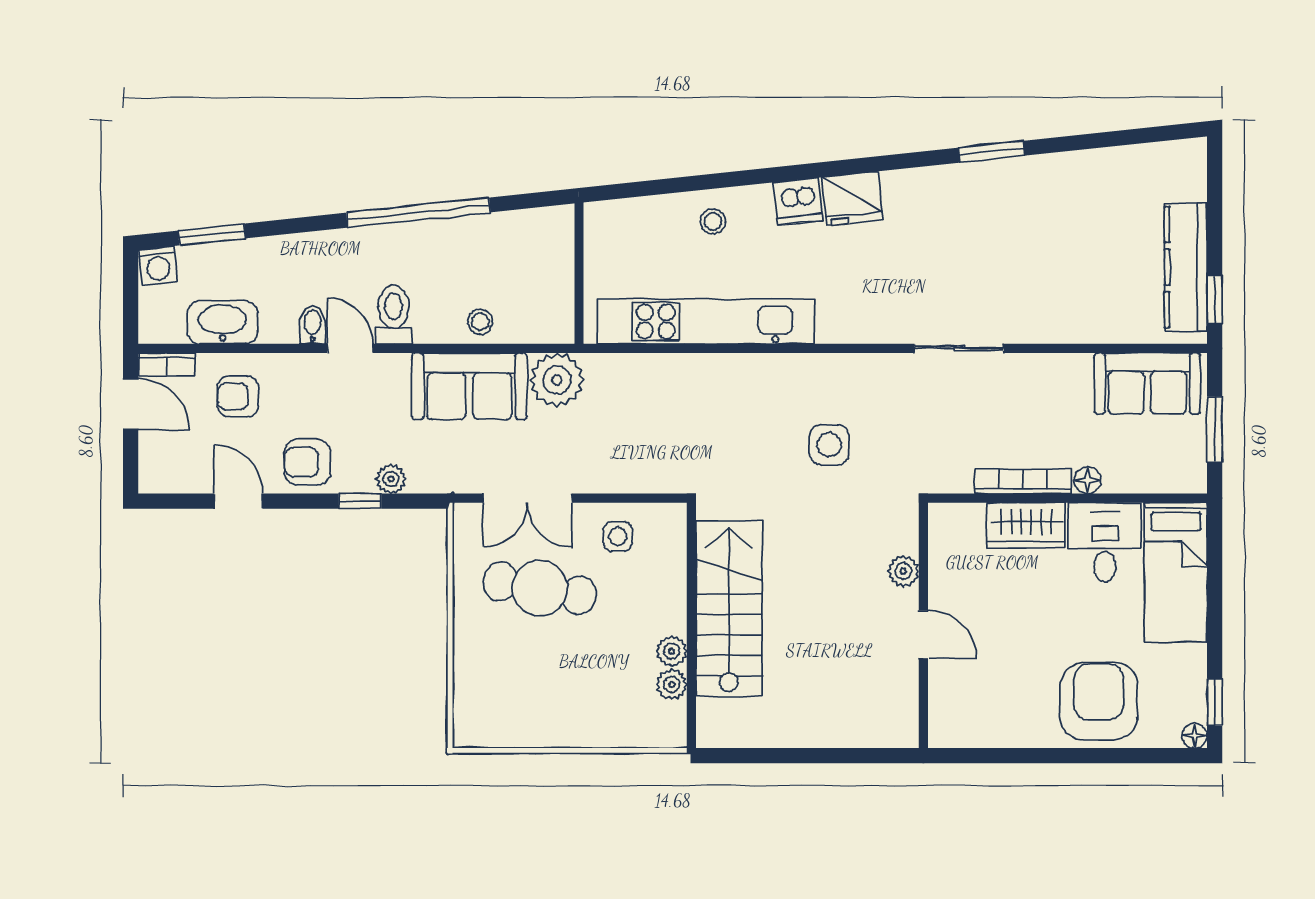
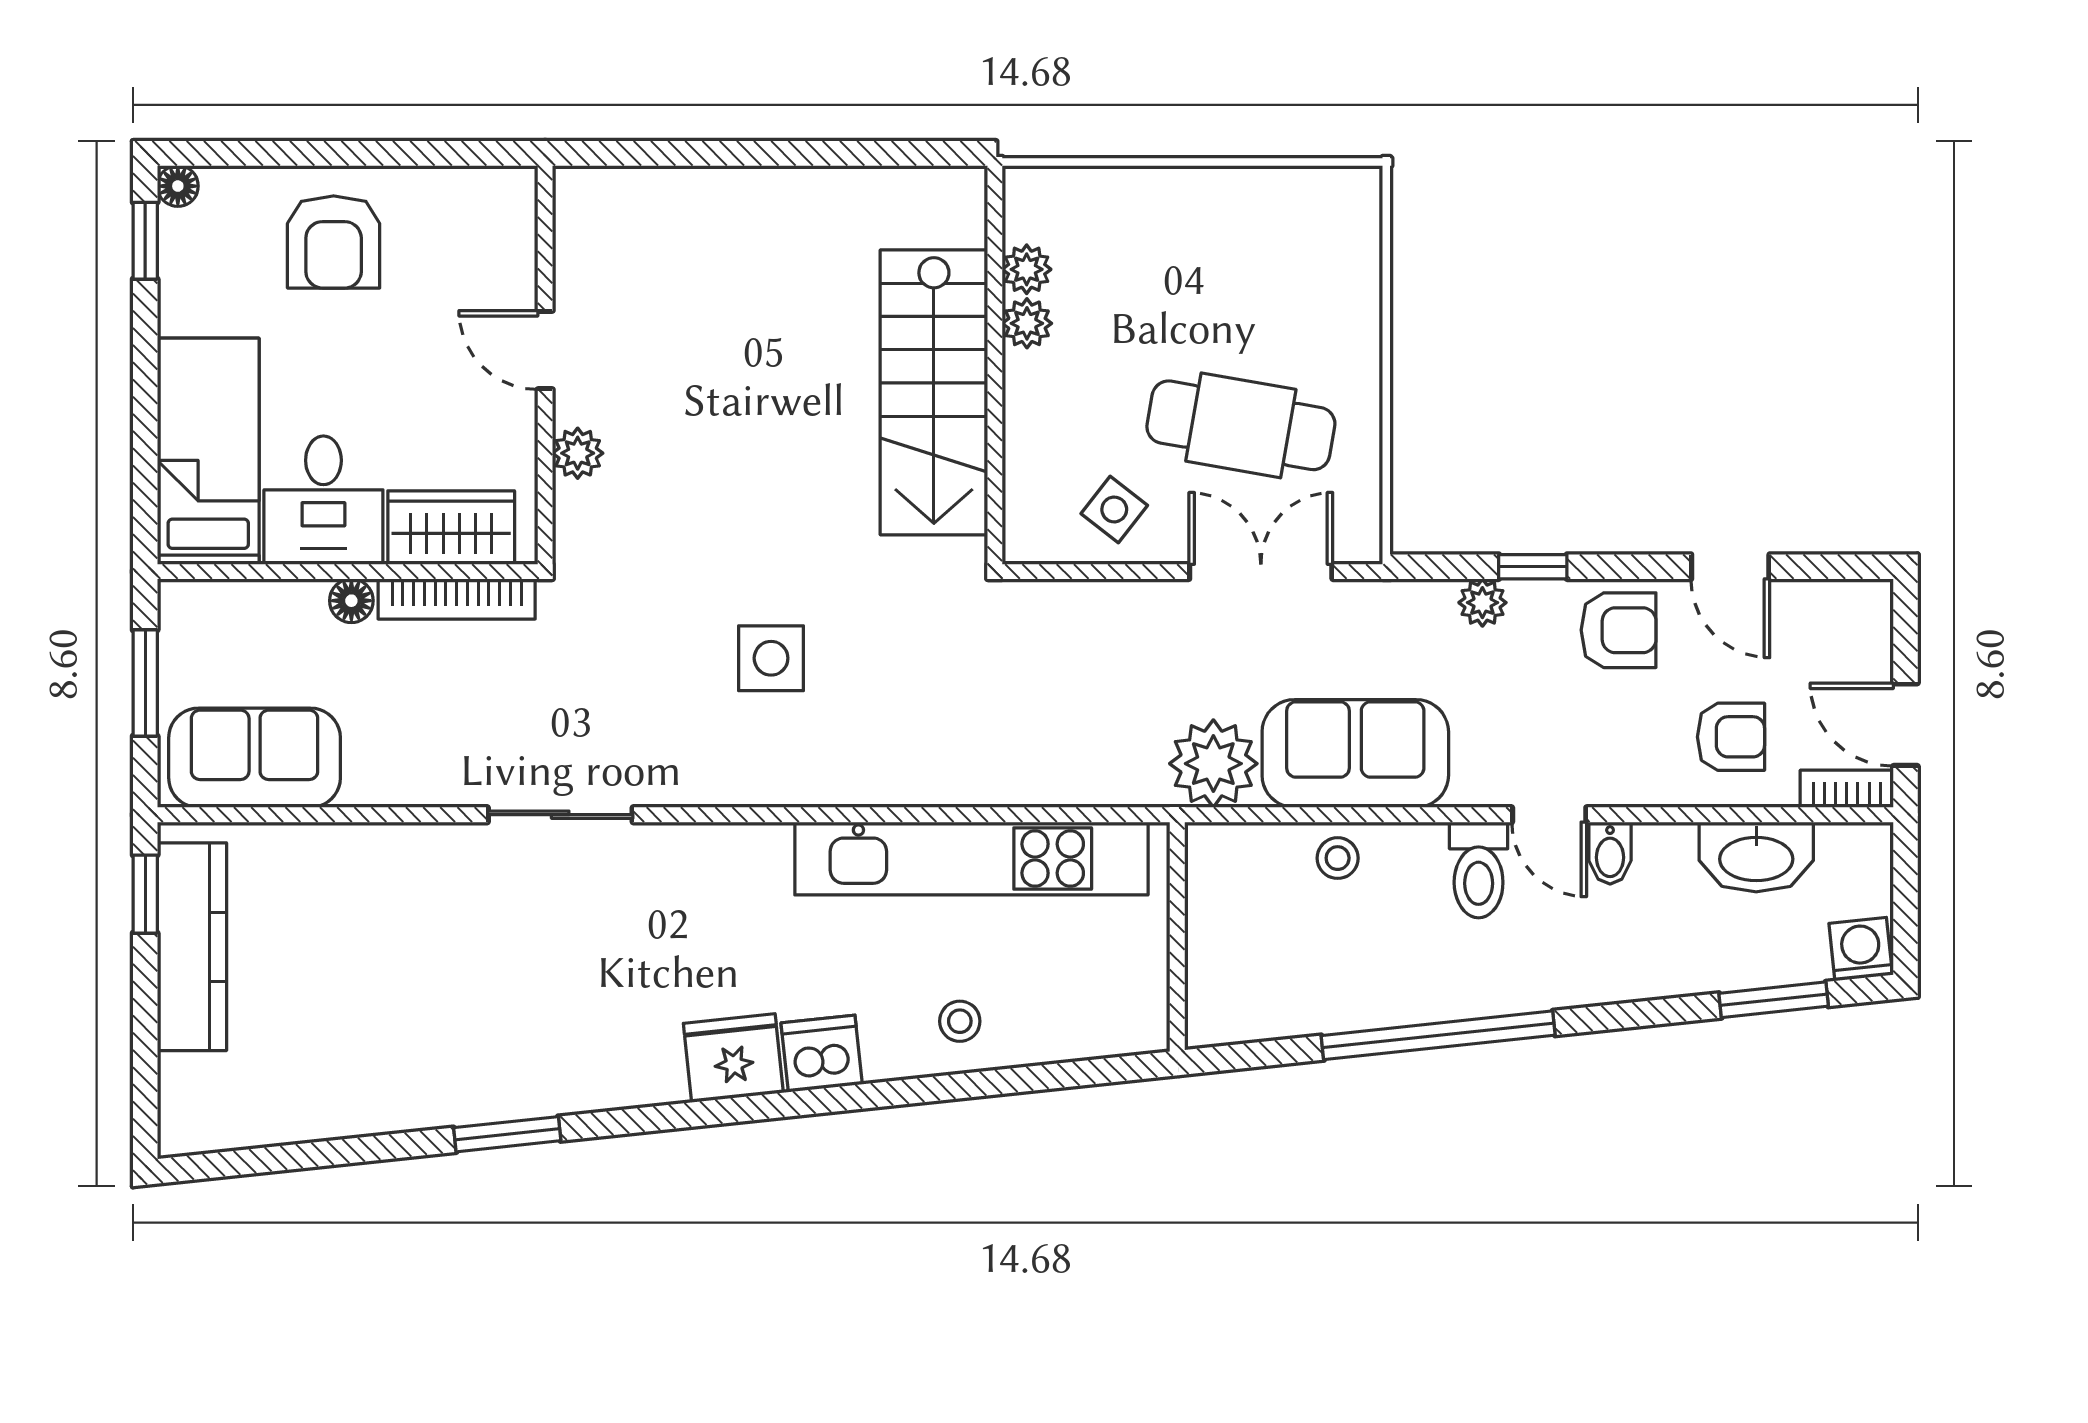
side table: (618, 536) -> (1114, 509), turned 38
plant: (903, 571) -> (578, 453), moved
wall: (923, 625) -> (545, 365), moved
door: (923, 635) -> (545, 350), moved
armchair: (1099, 701) -> (334, 242), width x0.73, depth x0.73

